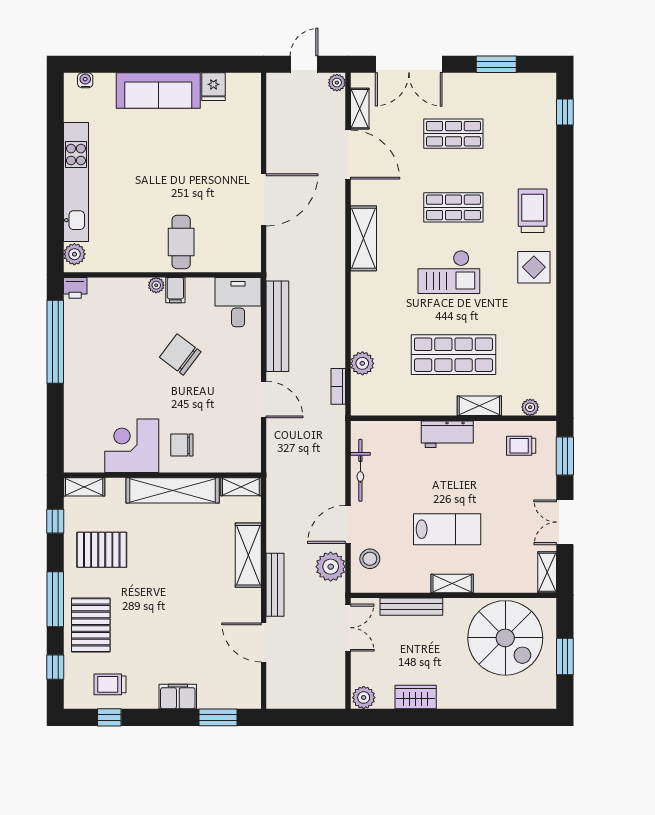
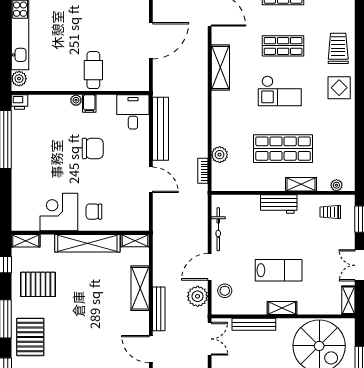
chair: (180, 354) -> (93, 148), turned 143

